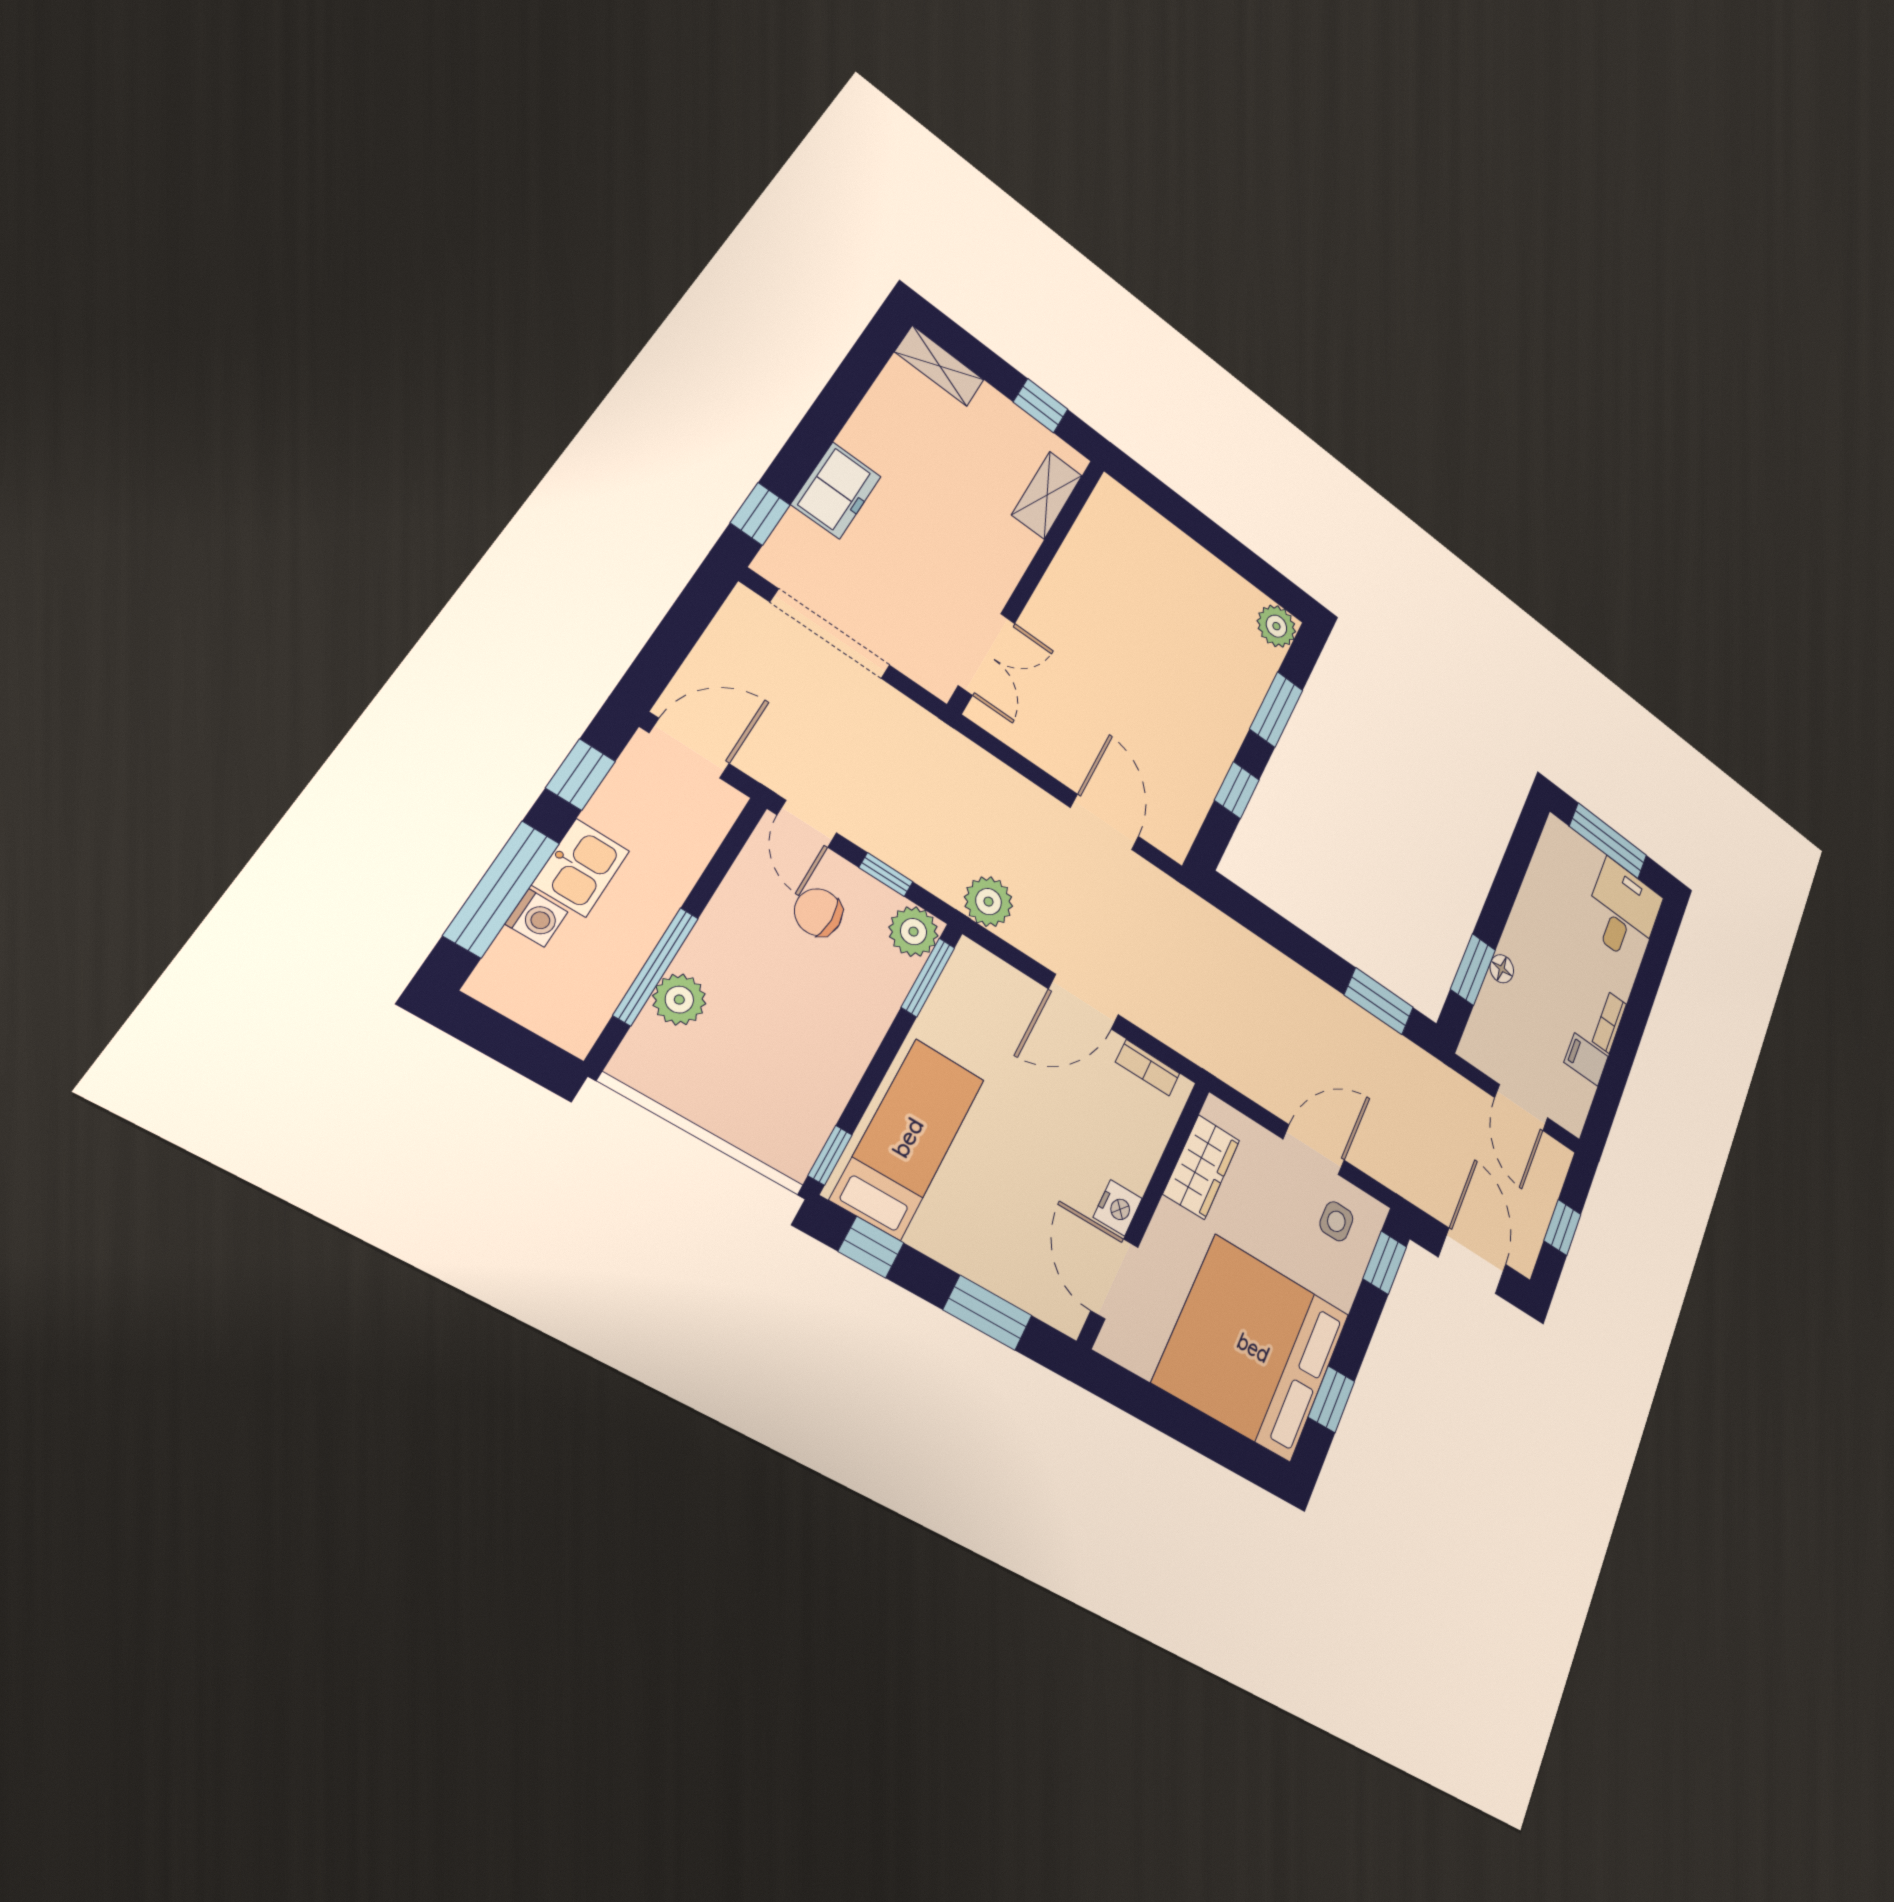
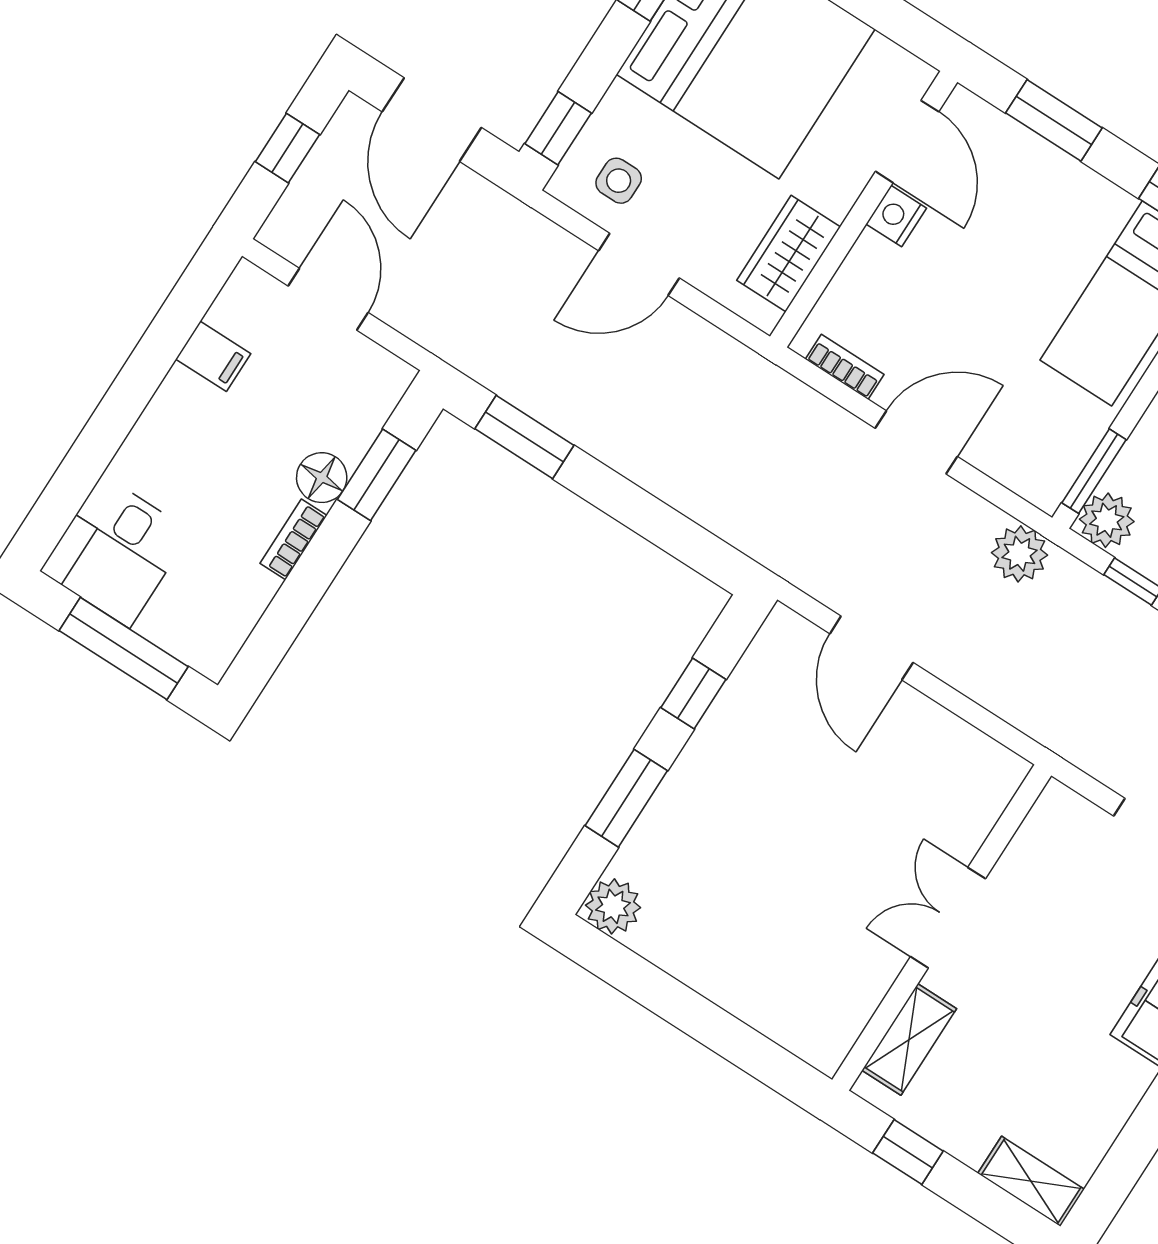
double door: (987, 654) -> (948, 918), moved
floor lamp: (1502, 969) -> (322, 478), width x1.37, depth x1.37
bookcase: (1609, 1023) -> (293, 539), moved, turned 180

